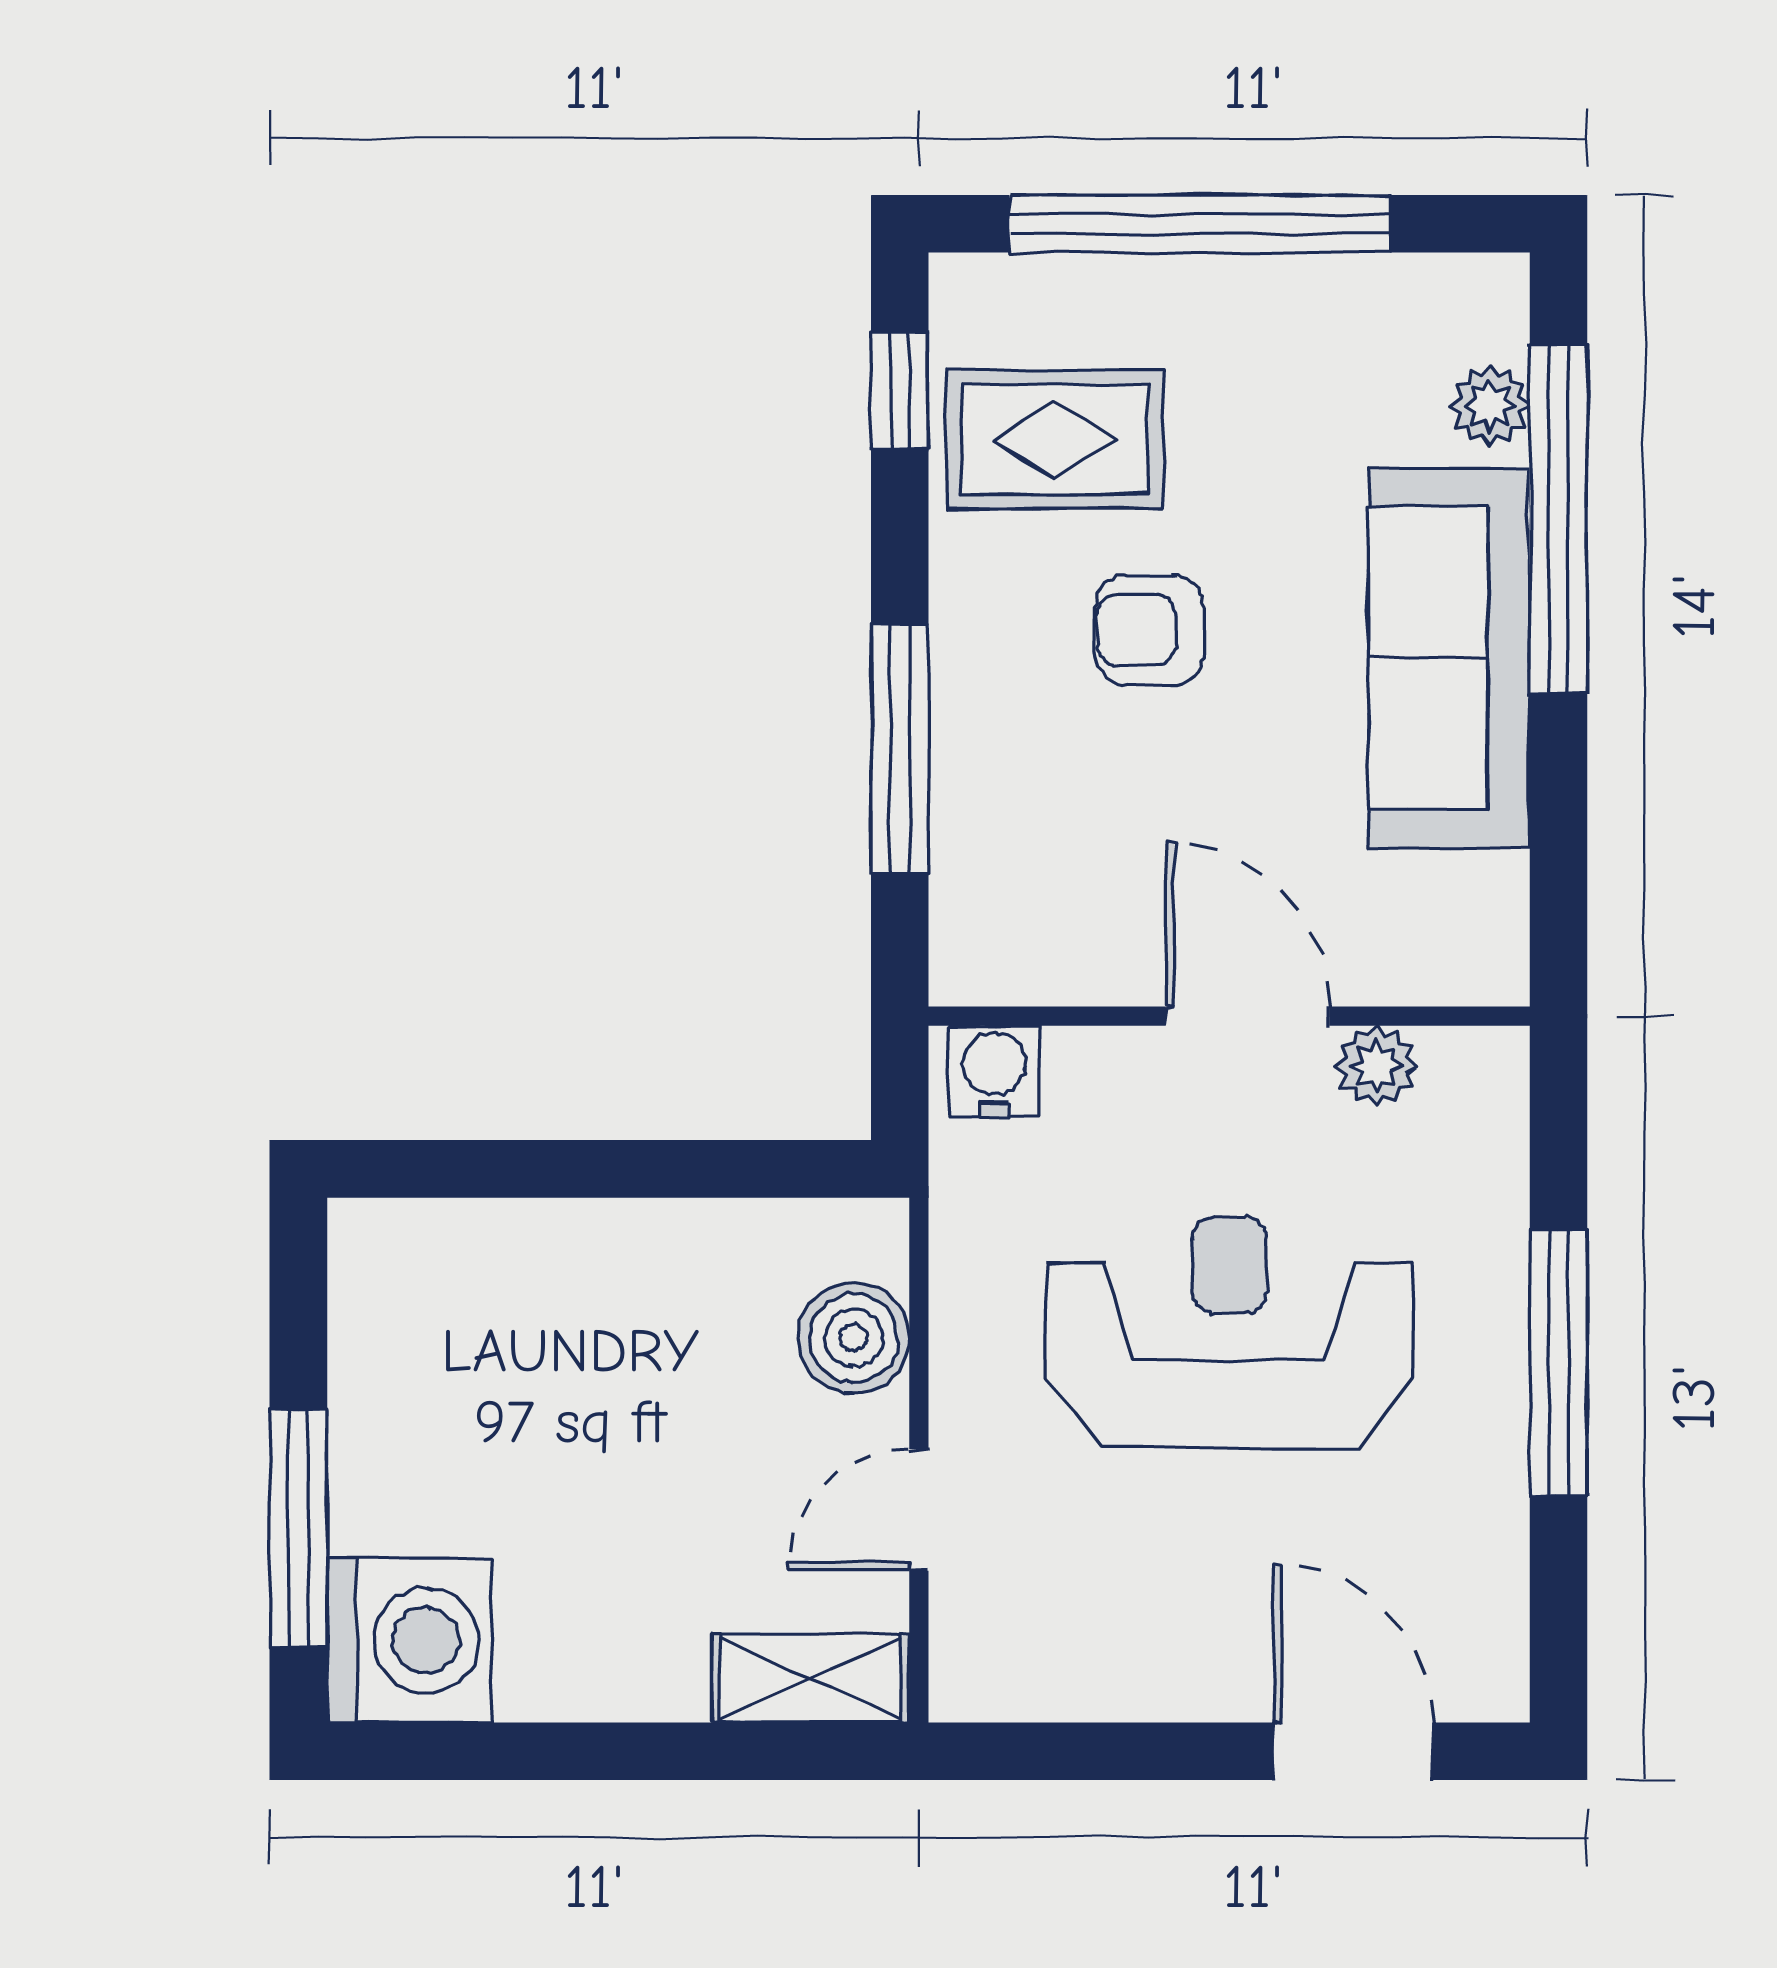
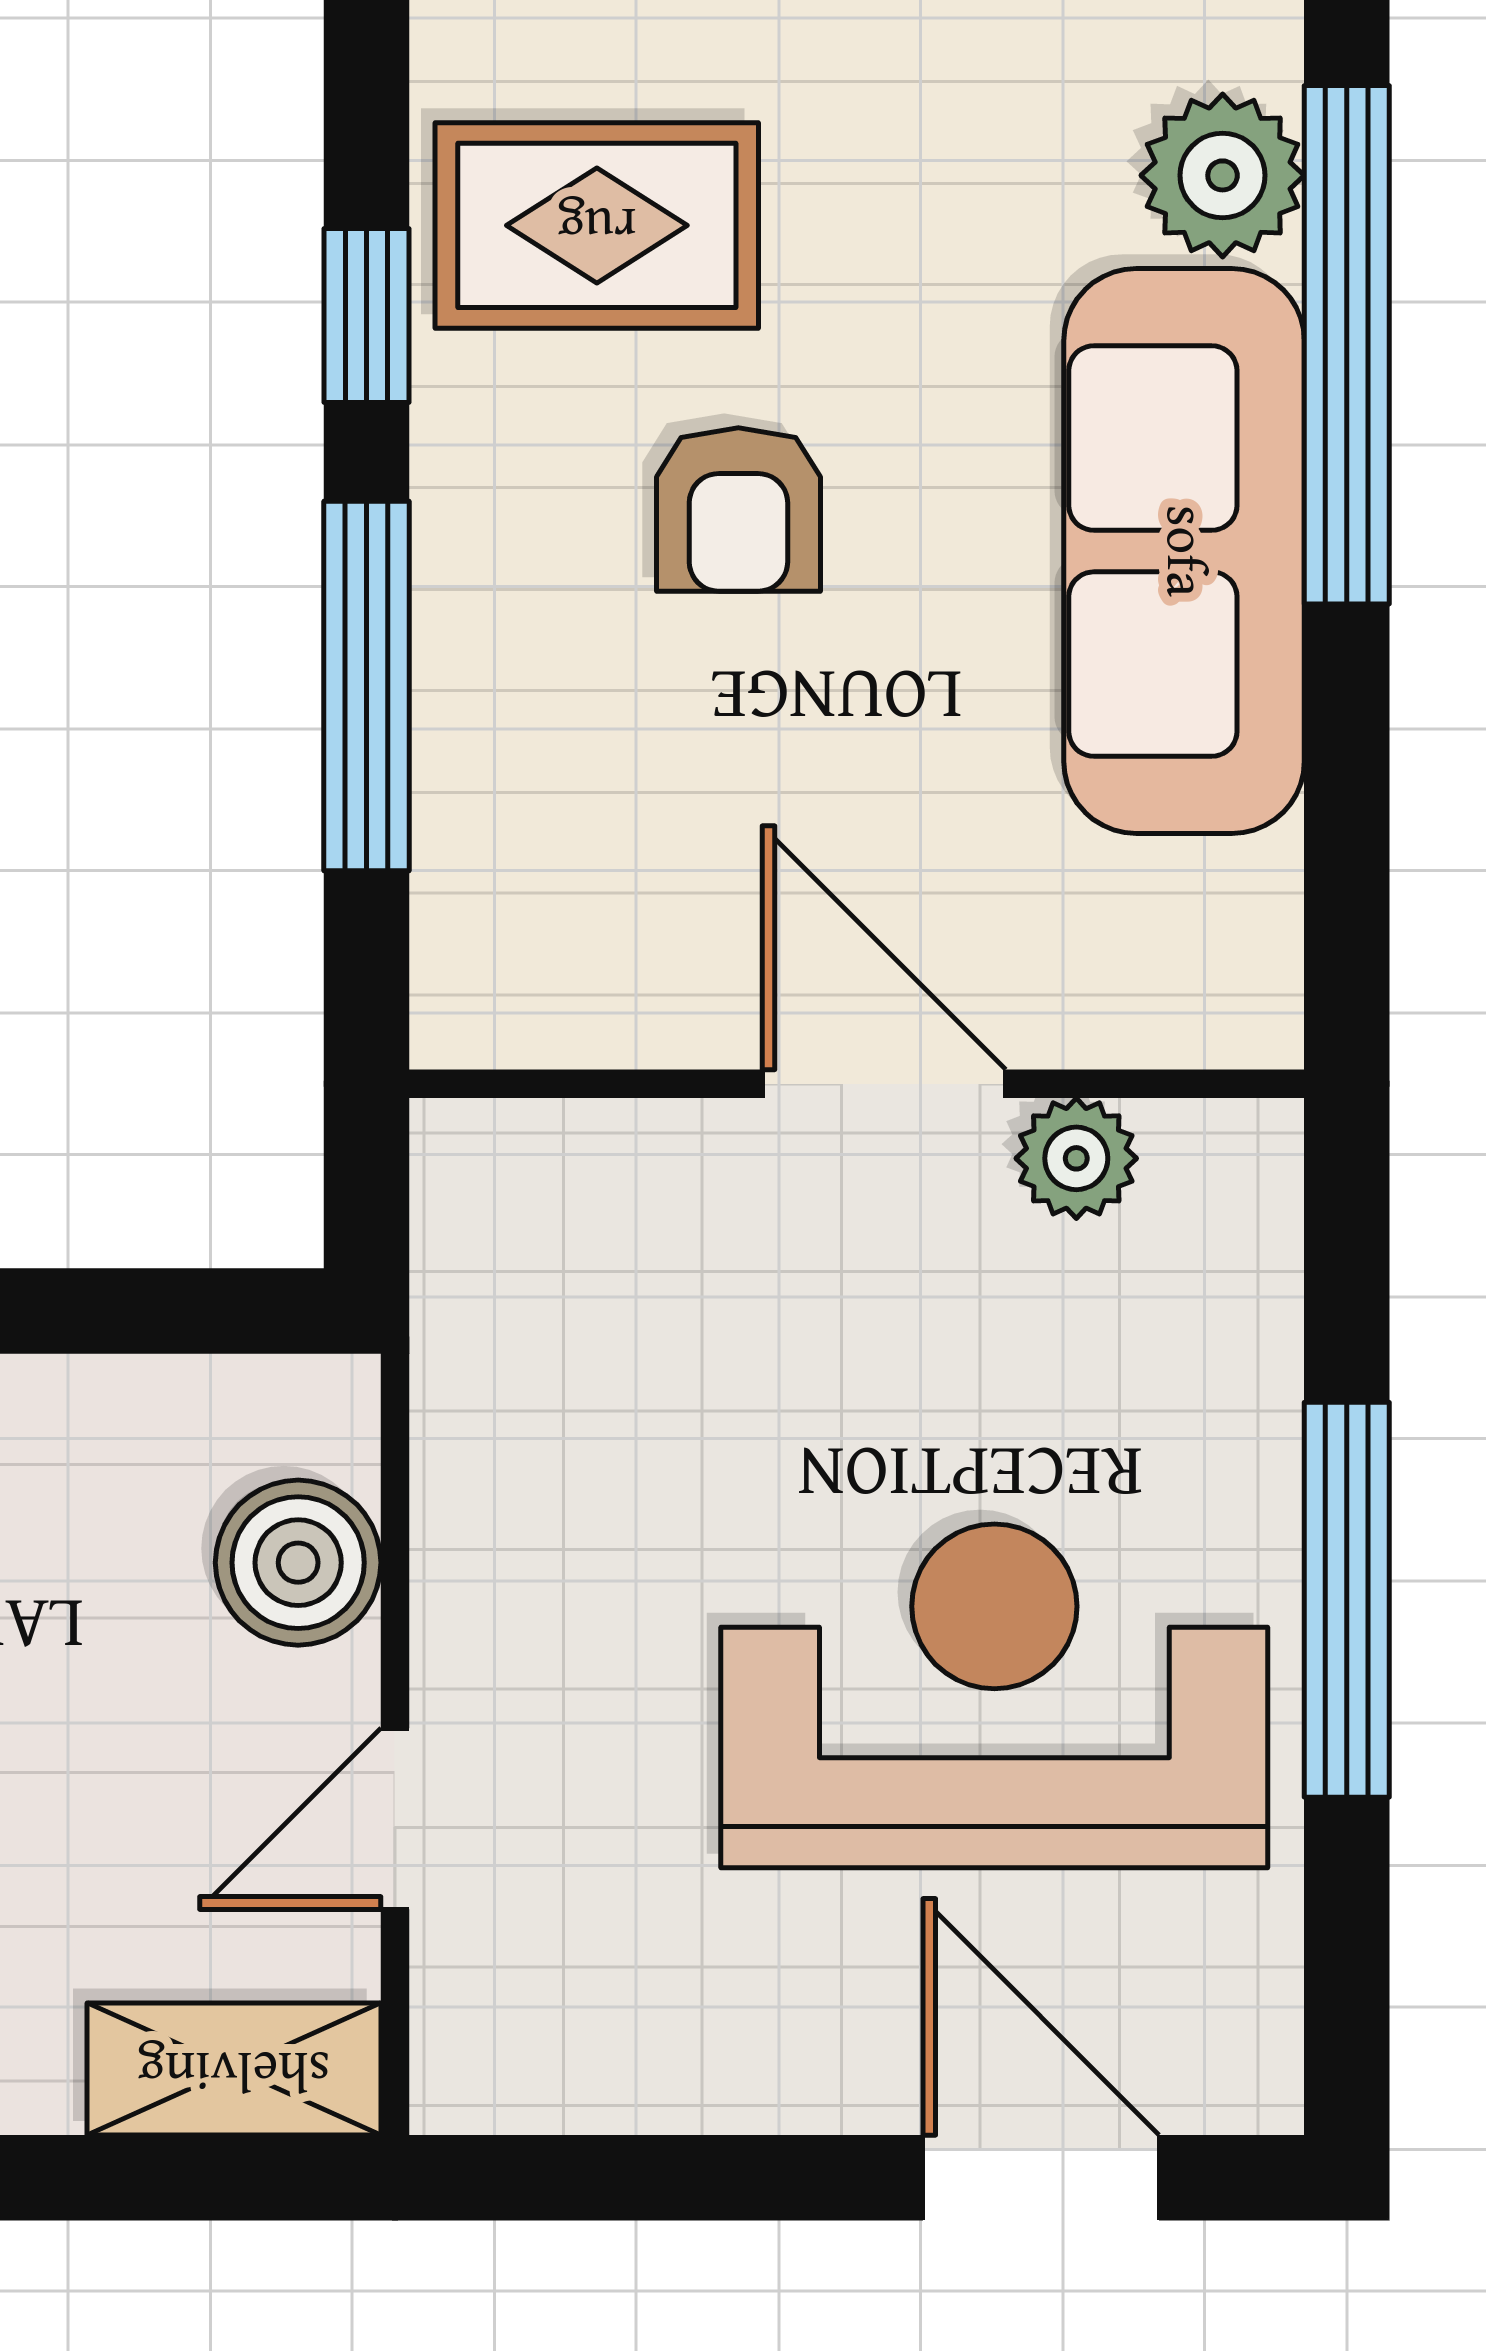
window: (900, 390) -> (367, 316), moved
plant: (1490, 406) -> (1223, 175), width x1.38, depth x1.38
armchair: (1150, 630) -> (738, 509), turned -90
water cooler: (994, 1071) -> (507, 1166), removed
reception desk: (1229, 1332) -> (994, 1696), moved

